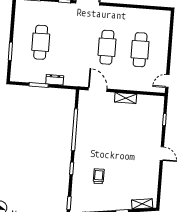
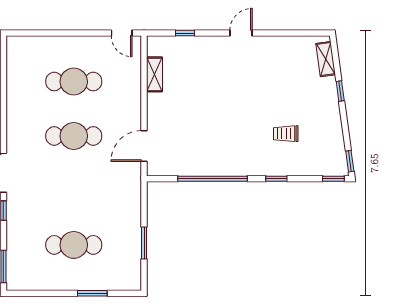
dresser: (55, 80) -> (133, 217), removed
shelving: (126, 98) -> (154, 74), moved

